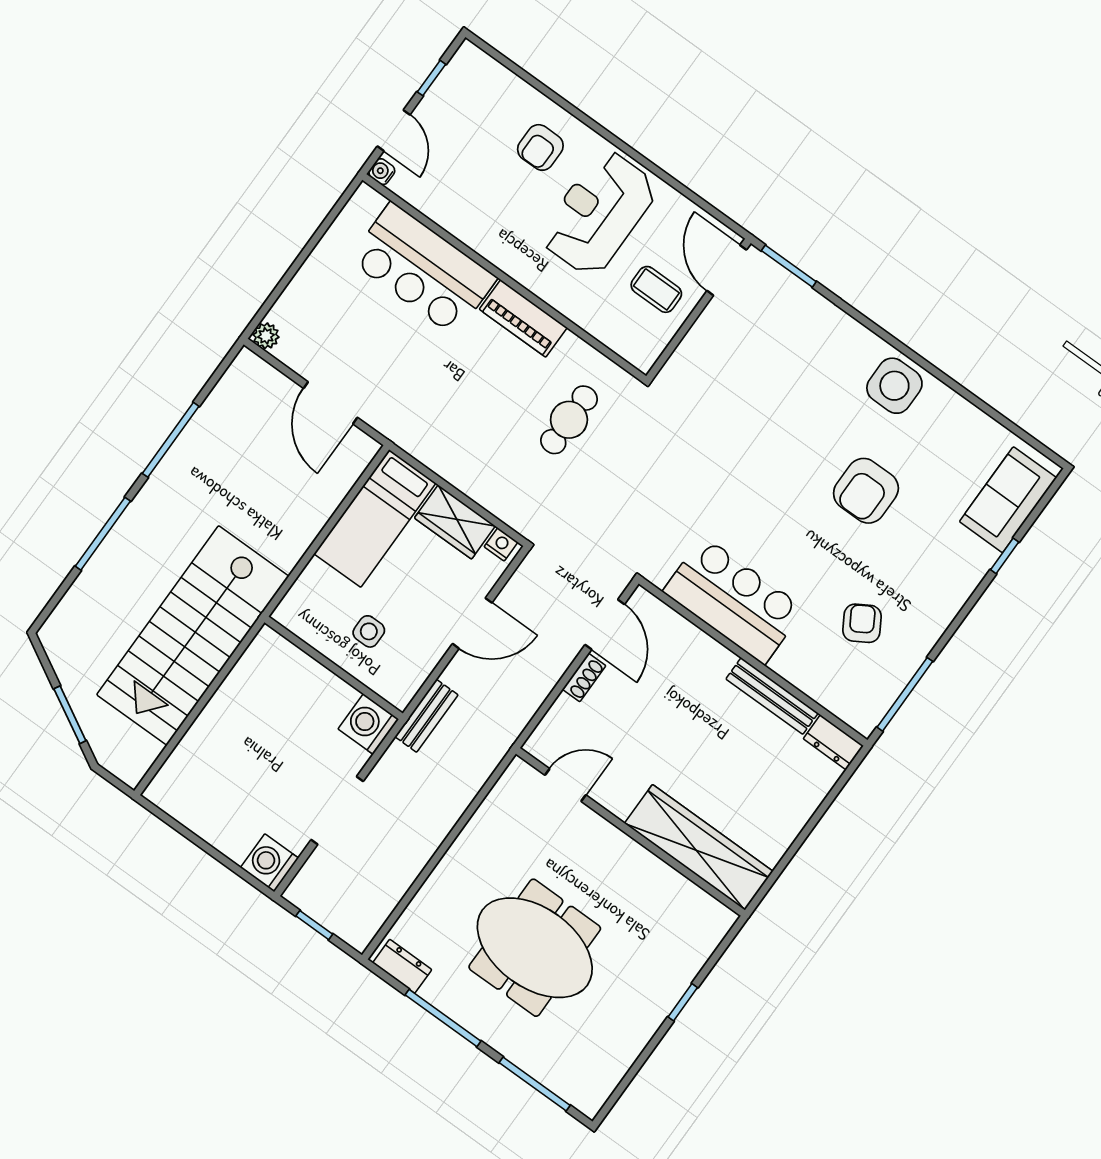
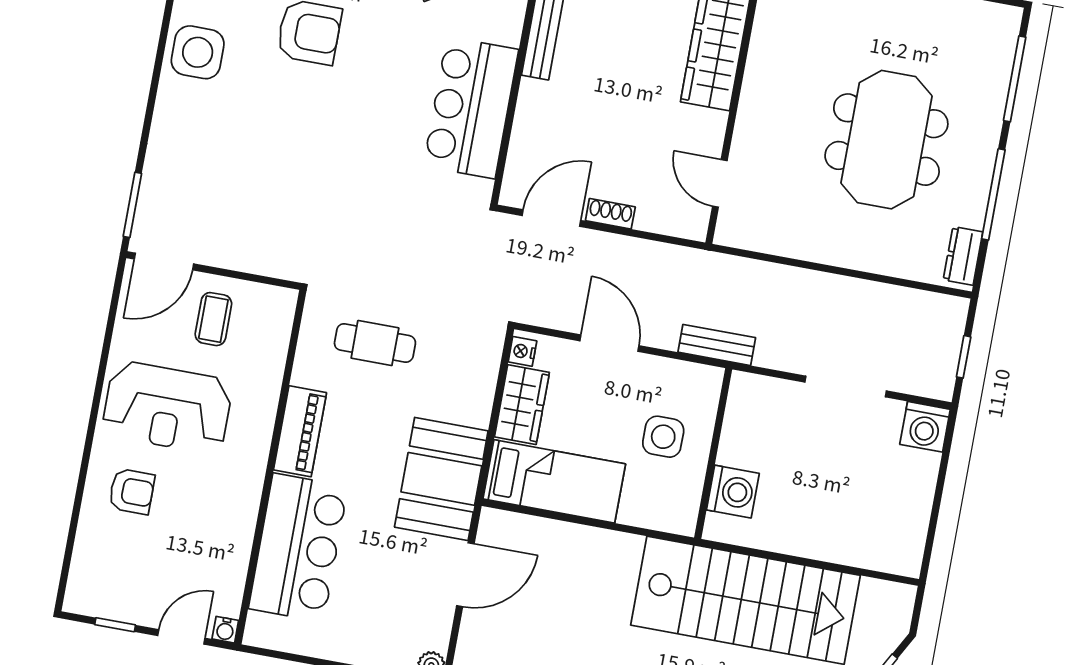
booth: (424, 421) -> (441, 479), added
side table: (369, 631) -> (663, 437), width x1.37, depth x1.37
washing machine: (368, 724) -> (733, 492), moved, turned -90

